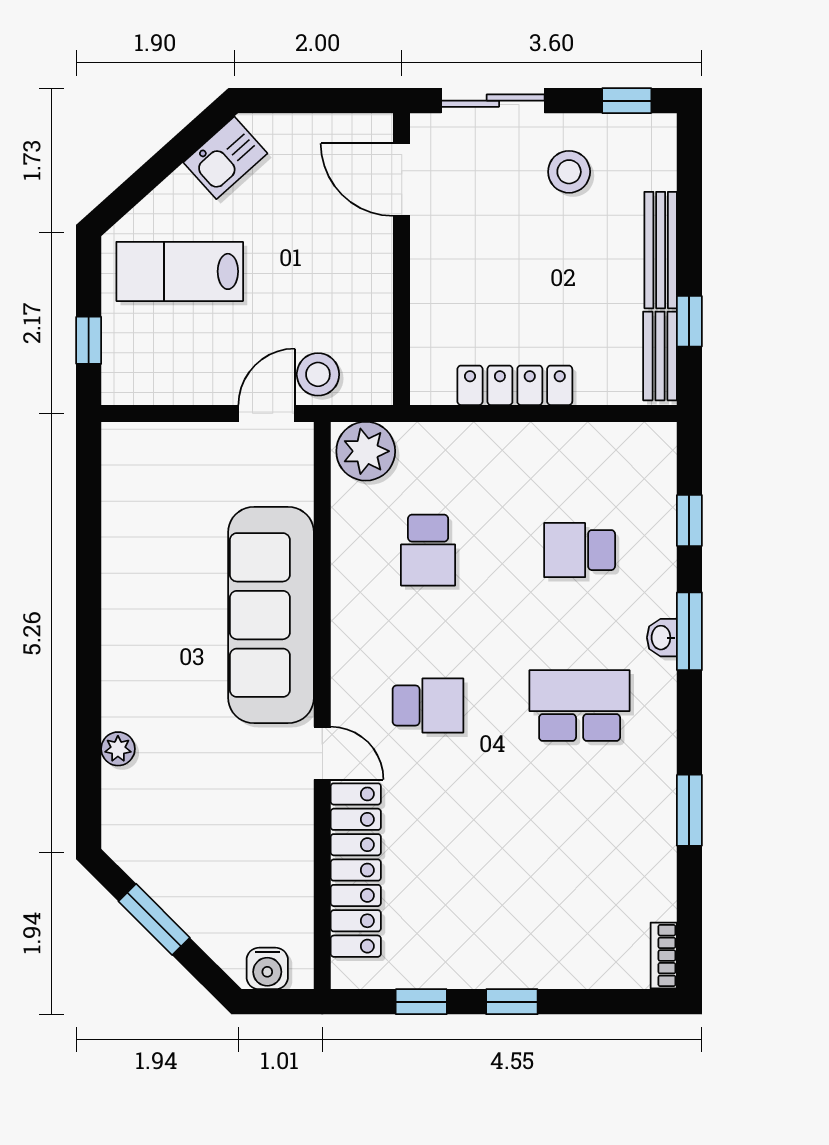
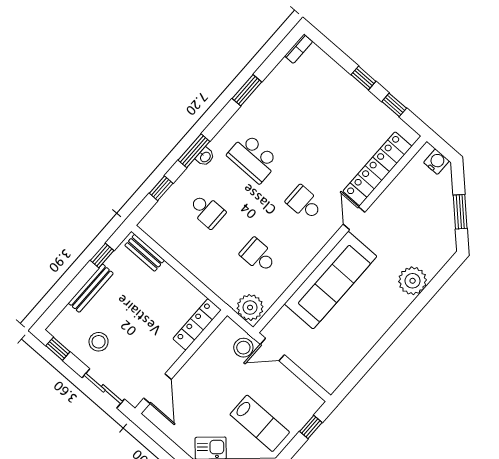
bench: (660, 356) -> (145, 253), moved, turned 90
locker: (515, 385) -> (197, 324), moved, turned 90
school desk: (428, 550) -> (258, 256), turned -90
plant: (118, 749) -> (413, 281), width x1.88, depth x1.88

